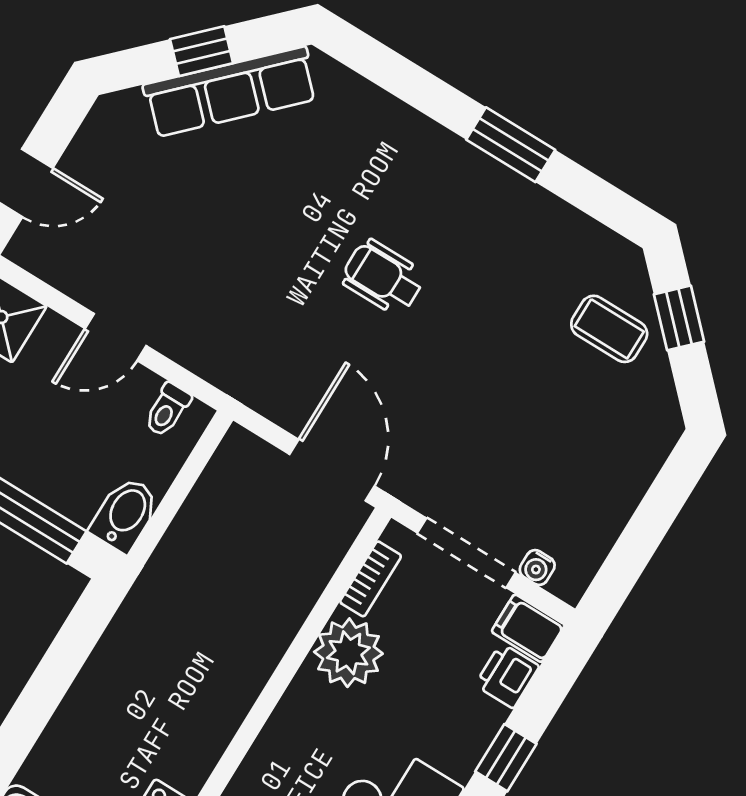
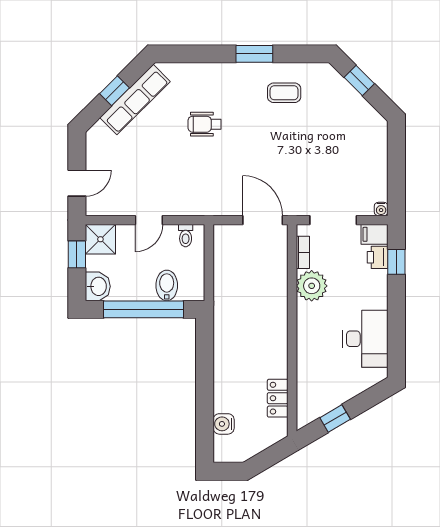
wheelchair: (383, 277) -> (205, 124), moved
coffee table: (609, 329) -> (284, 93), moved
bidet: (125, 514) -> (167, 285), moved
water cooler: (537, 568) -> (381, 209), moved
window: (506, 758) -> (396, 262), moved

